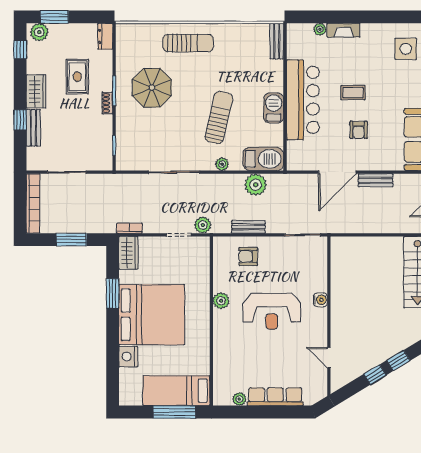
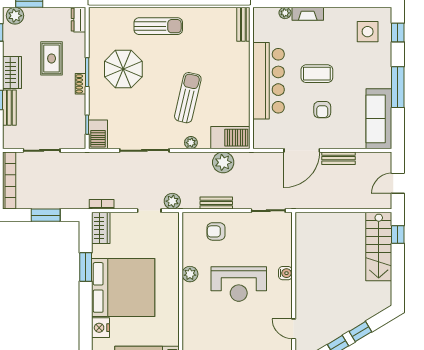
coffee table: (353, 93) -> (317, 74), width x1.36, depth x1.30
barbecue: (274, 108) -> (98, 134), moved, turned 180

